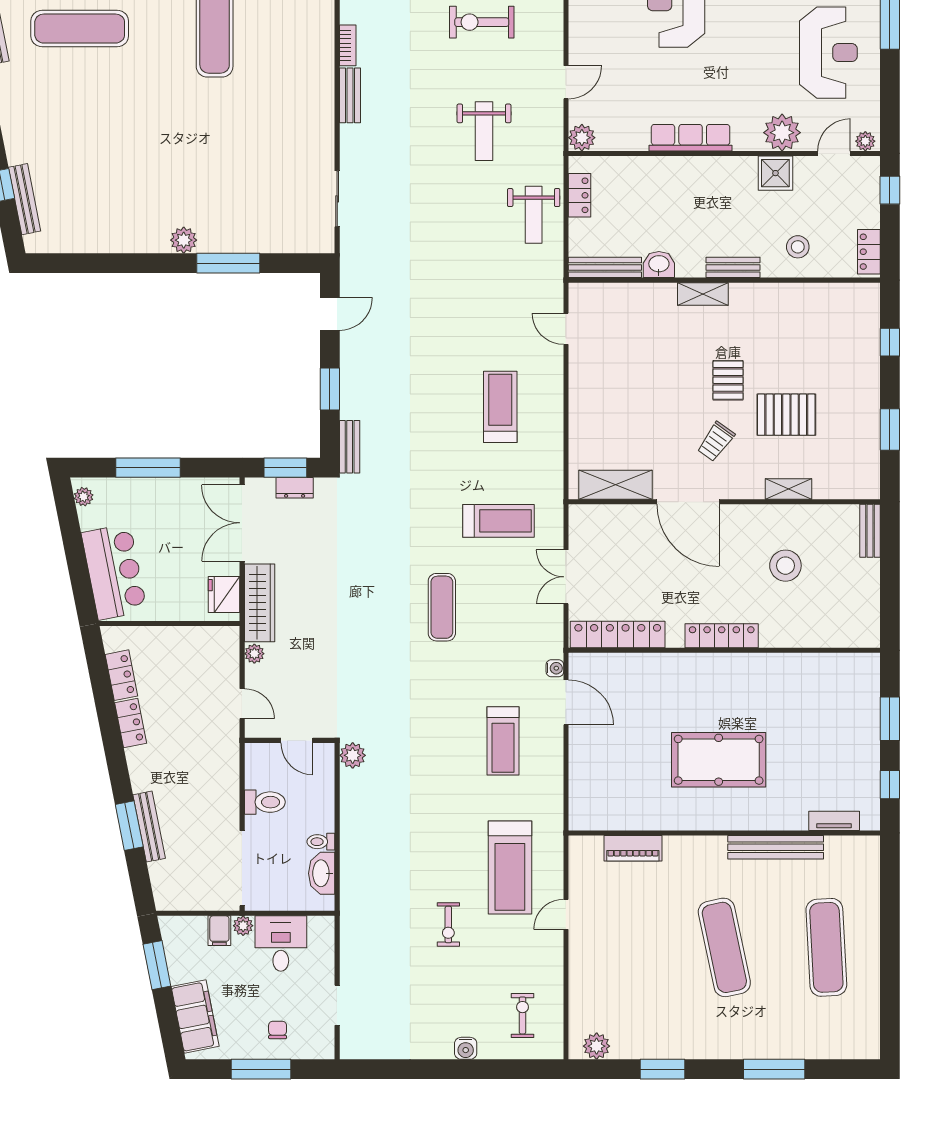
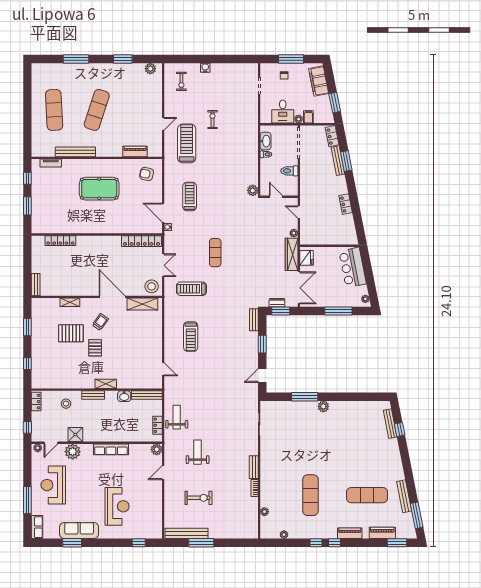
stool: (785, 566) -> (152, 286), moved
locker: (722, 636) -> (60, 241), moved
locker: (121, 675) -> (332, 136), moved
armchair: (606, 795) -> (147, 174), added
exercise mat: (724, 947) -> (97, 110), turned 30

